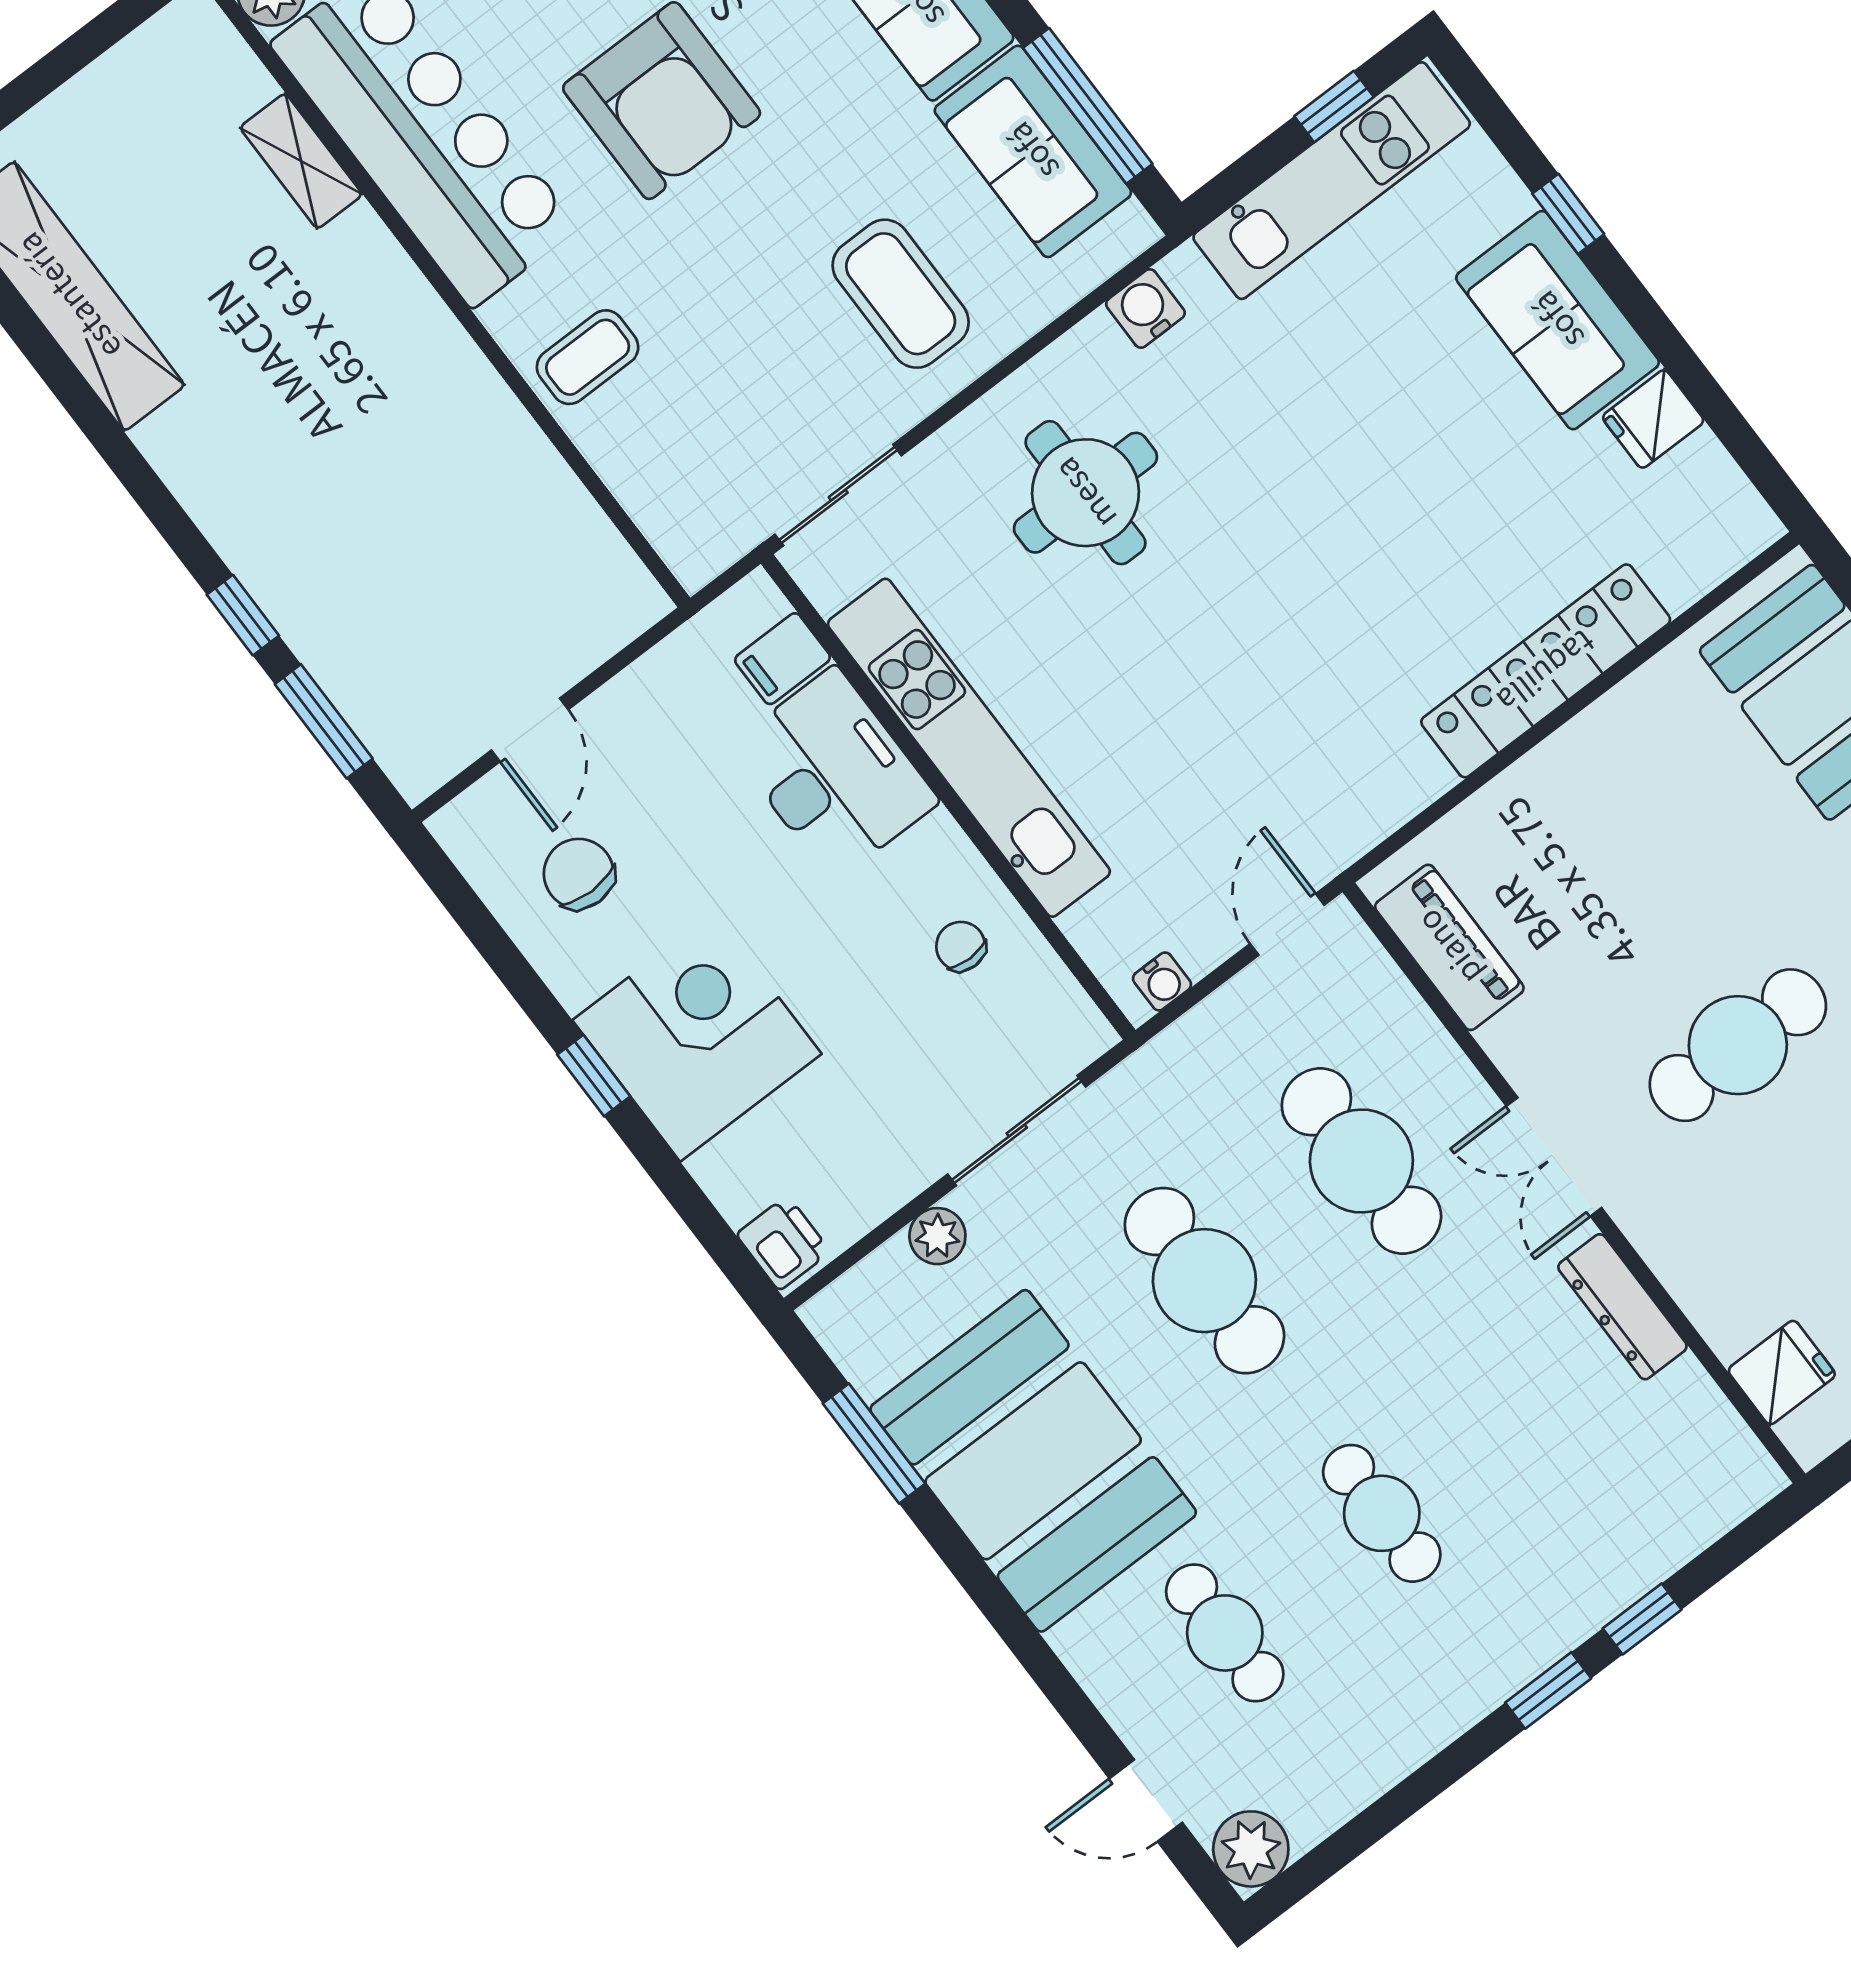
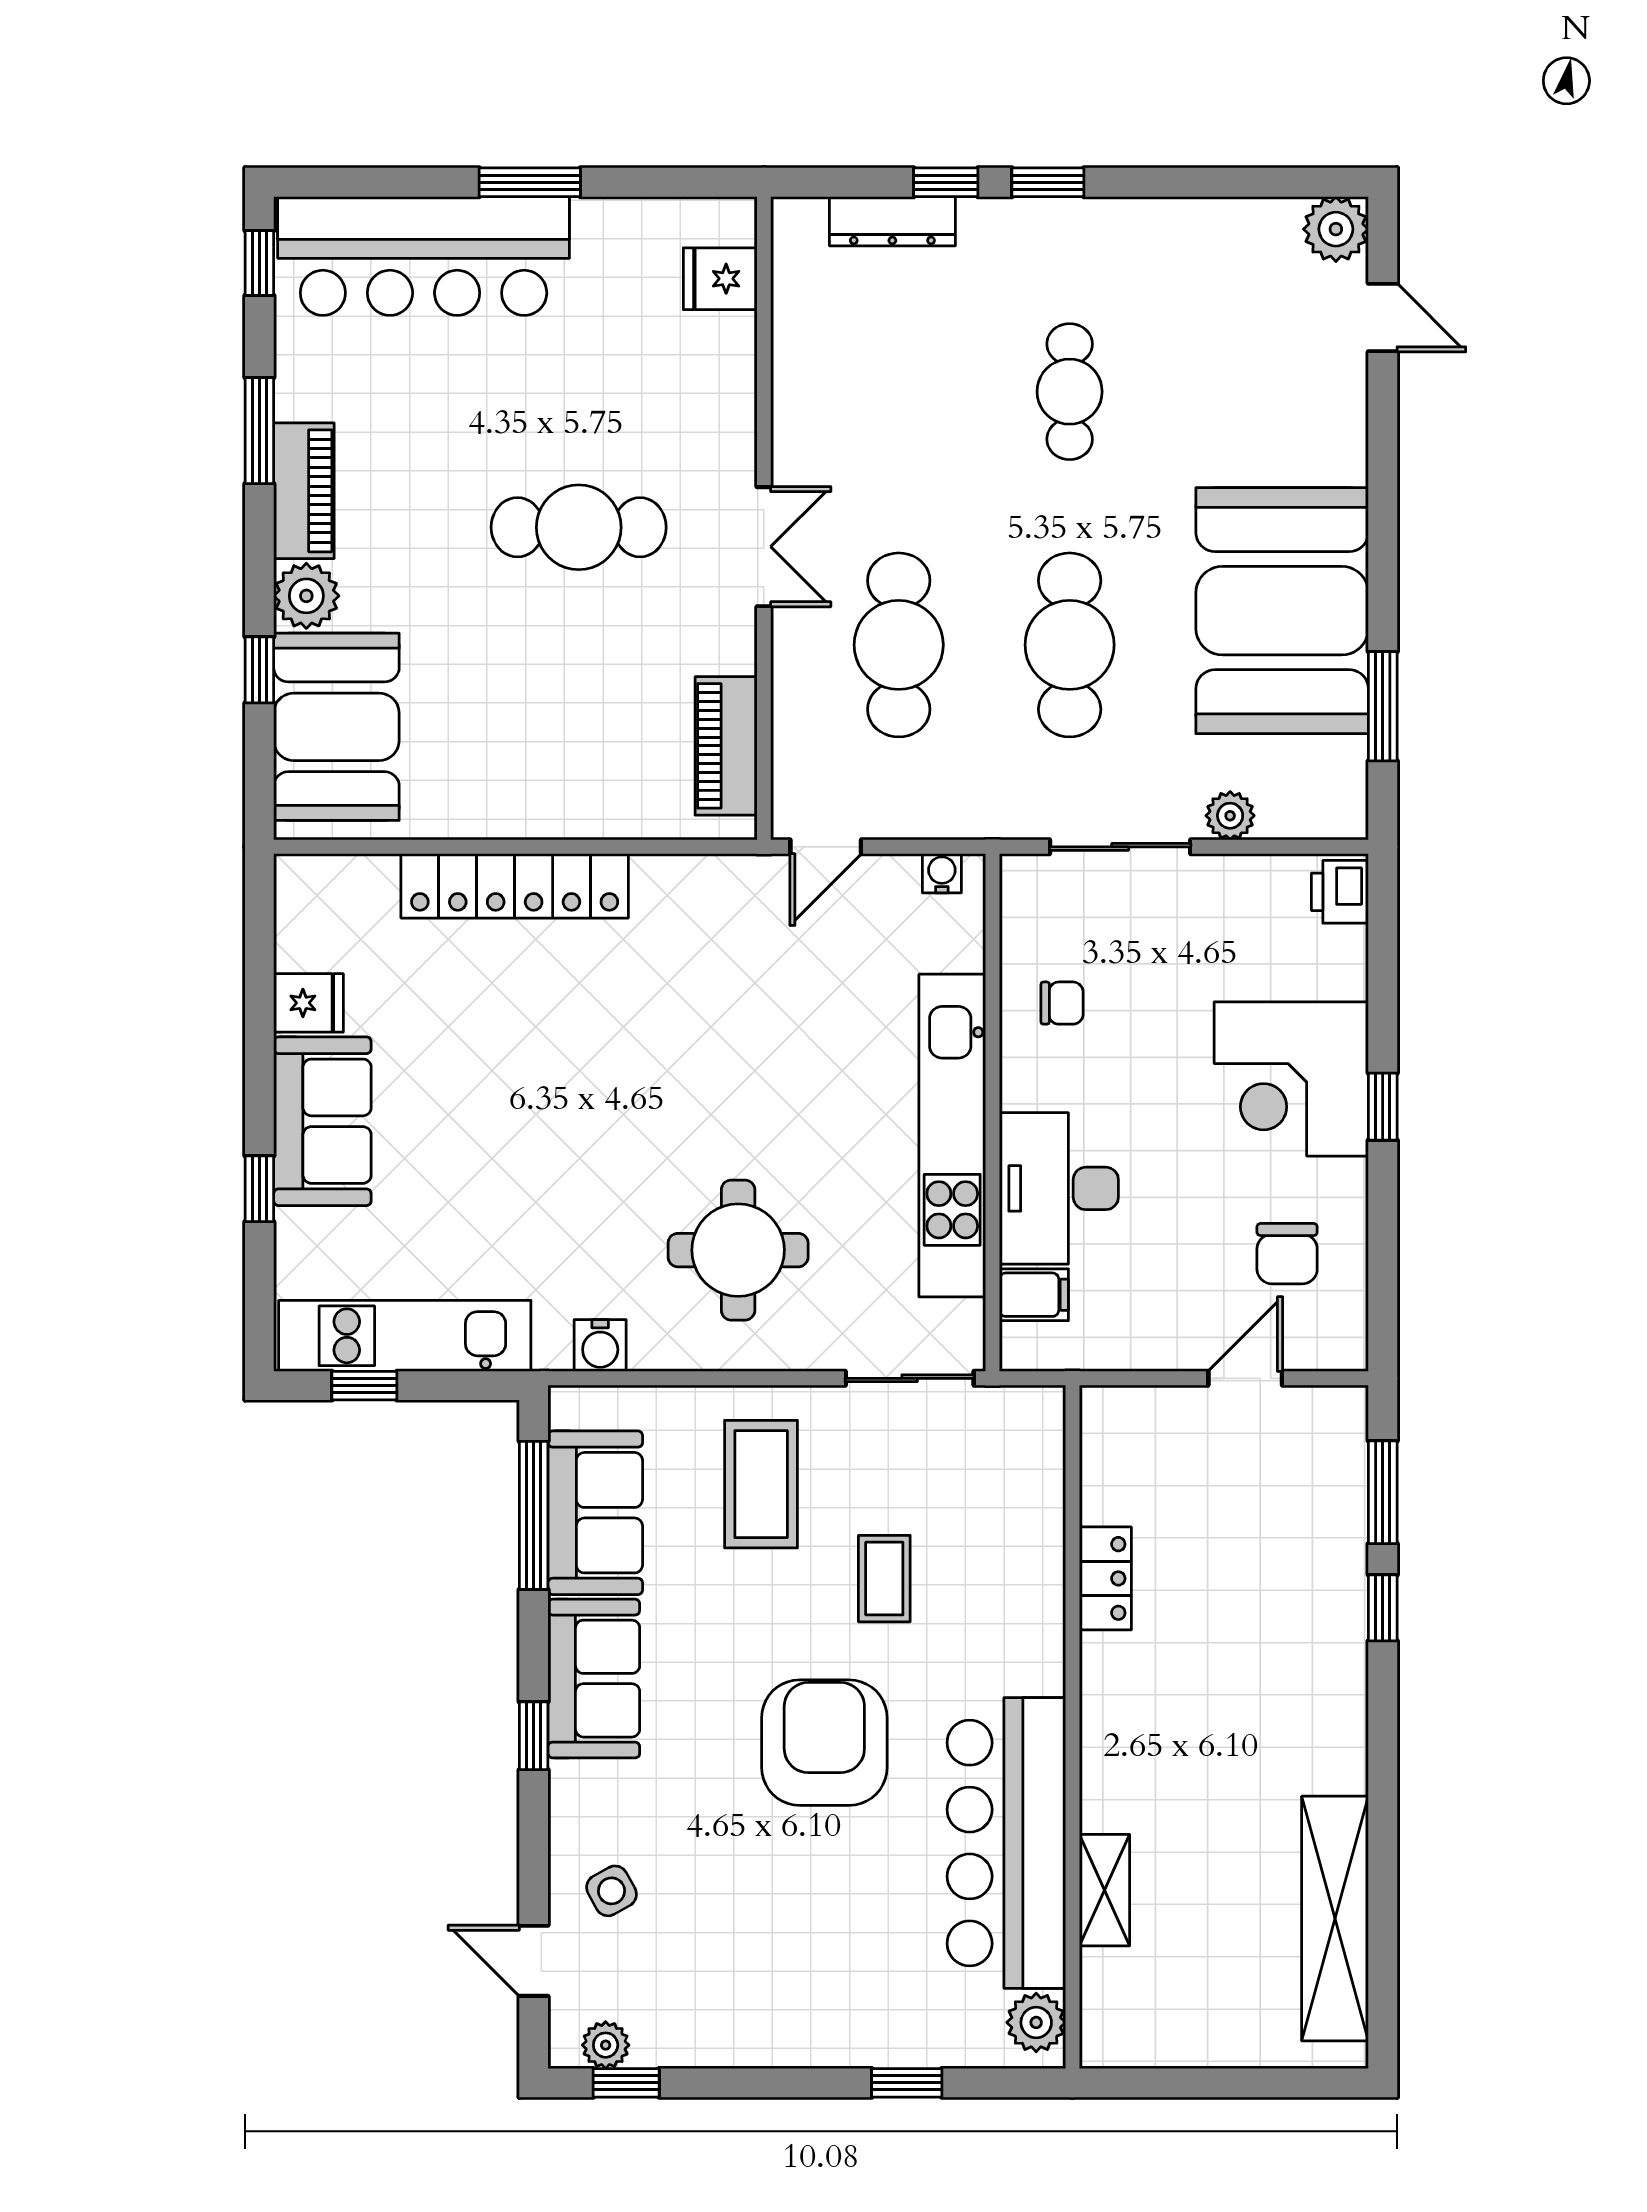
coffee table: (588, 357) -> (884, 1579), moved, turned 90
locker: (518, 448) -> (1105, 1578), added
chair: (961, 946) -> (1062, 1003), turned -90
dresser: (1622, 1307) -> (892, 221), moved, turned 90
cafe table: (1225, 1633) -> (1240, 392), removed

